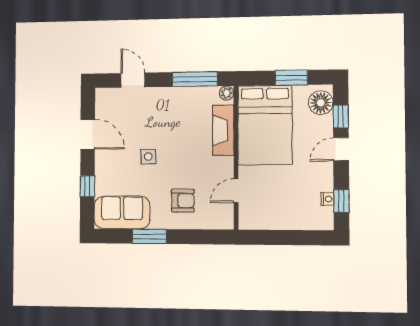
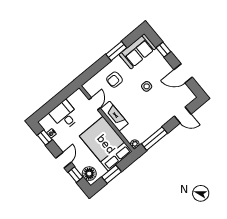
fireplace: (223, 130) -> (114, 116), moved
desk: (289, 209) -> (65, 115), added

